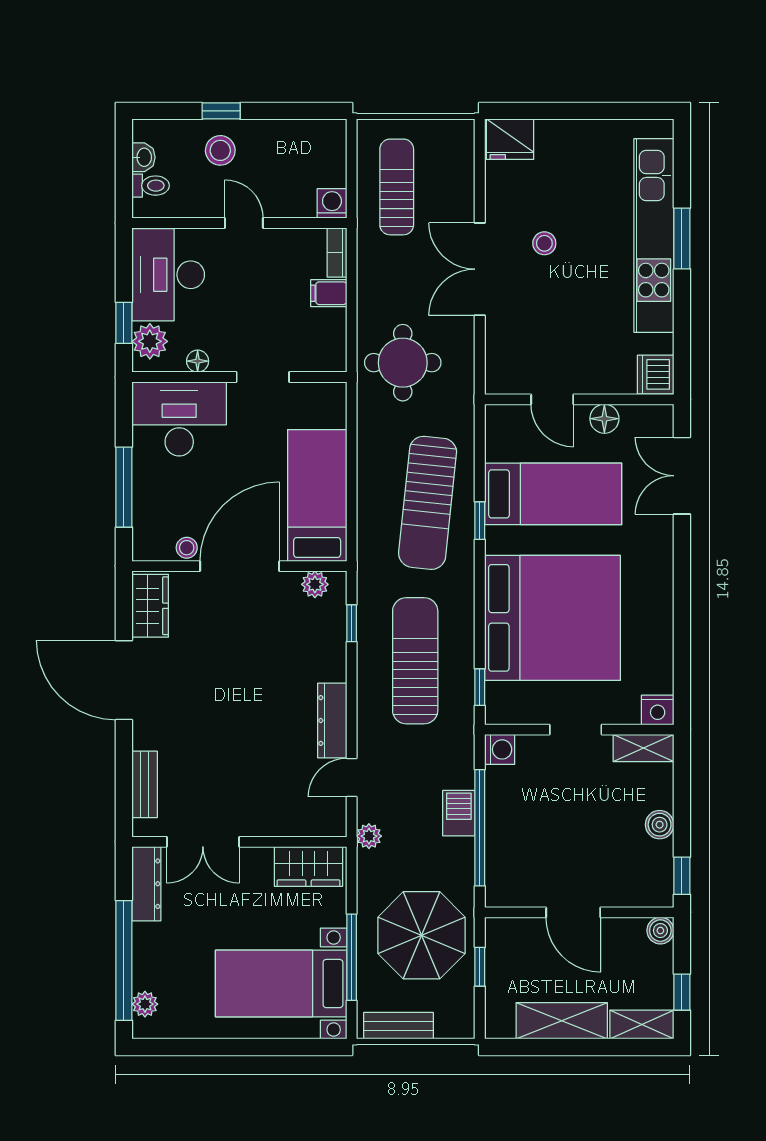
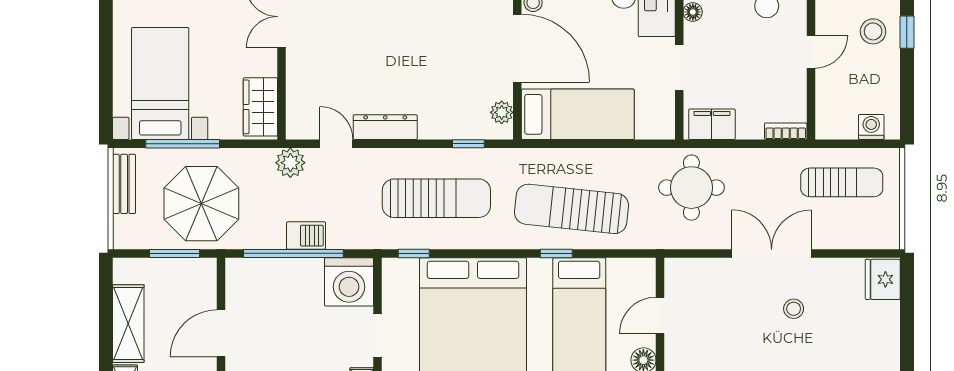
washing machine: (332, 203) -> (871, 127), moved, turned -90
filing cabinet: (329, 293) -> (712, 124), moved, width x2.00
washing machine: (500, 749) -> (349, 282), width x1.89, depth x1.89
plant: (369, 836) -> (290, 163), width x1.38, depth x1.38
window: (480, 967) -> (175, 253), width x1.50

